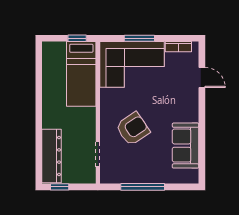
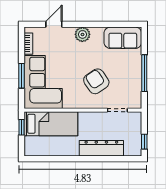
plant: (189, 112) -> (82, 34), added
sofa: (185, 146) -> (123, 38), moved
dresser: (52, 156) -> (101, 148), moved

